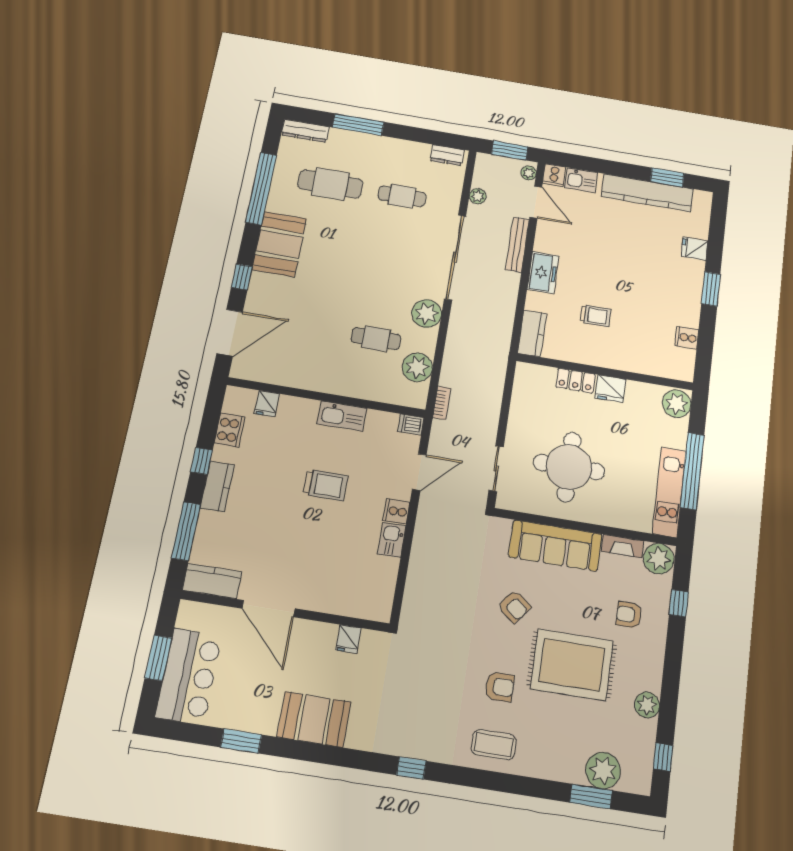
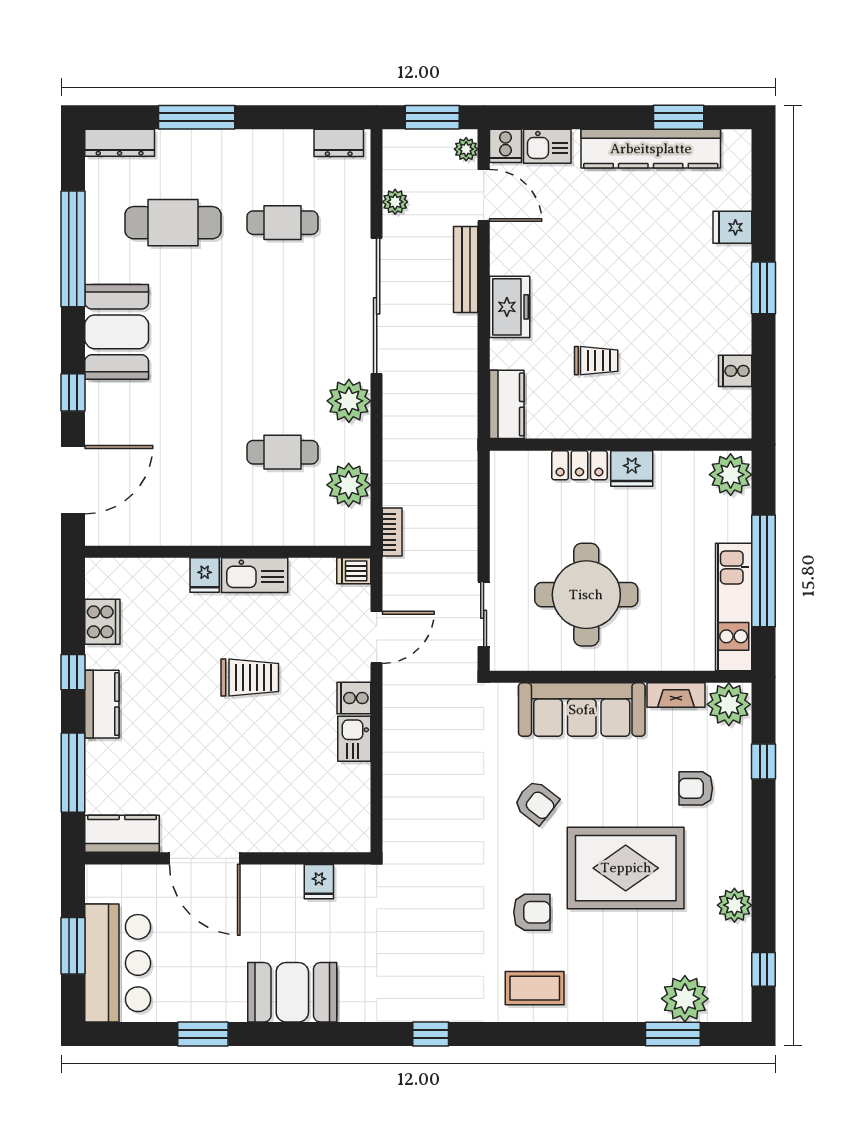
fridge: (267, 404) -> (205, 575), moved

